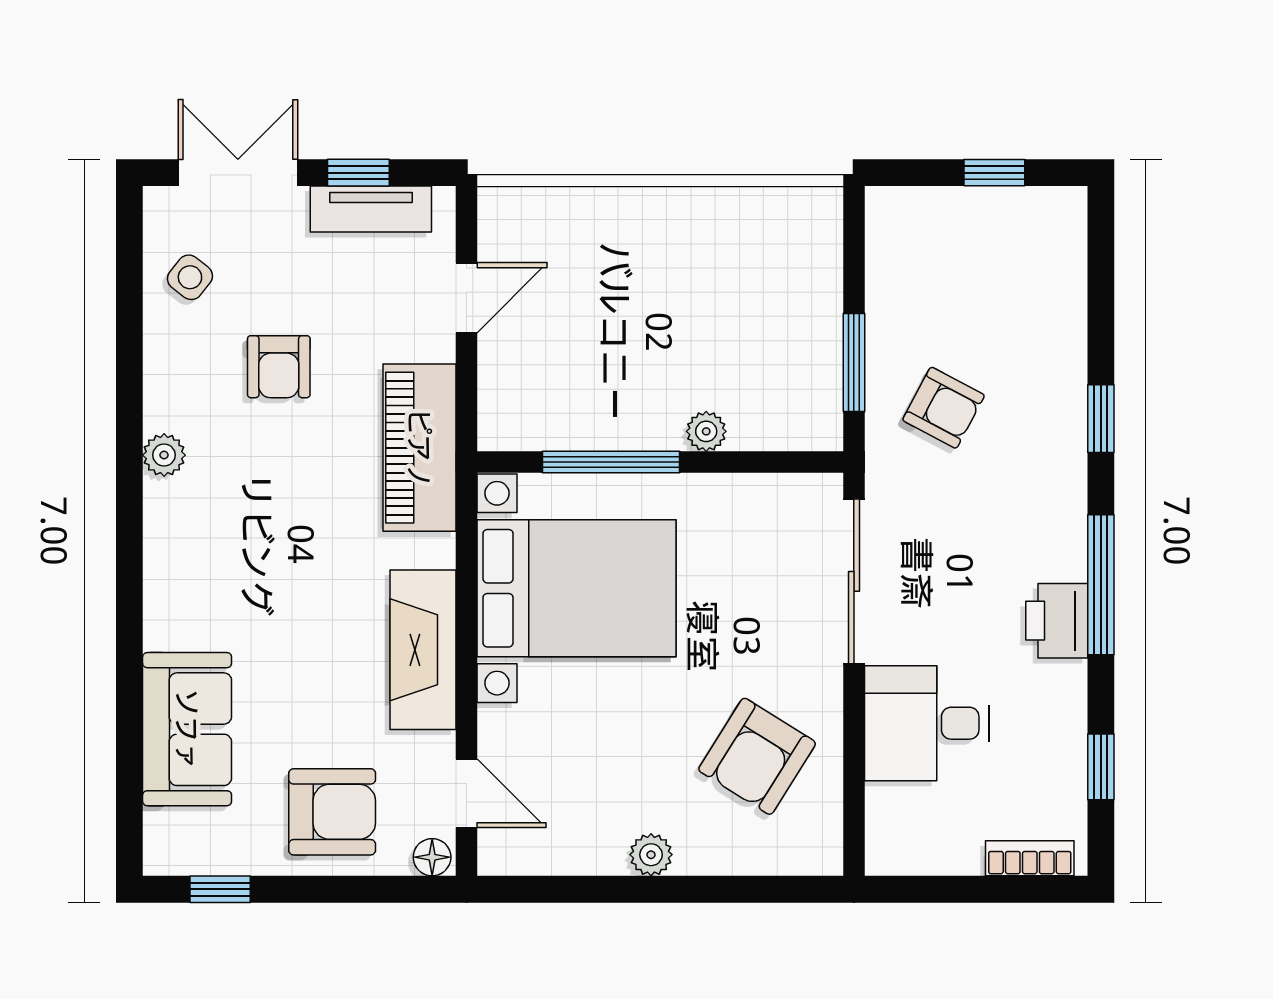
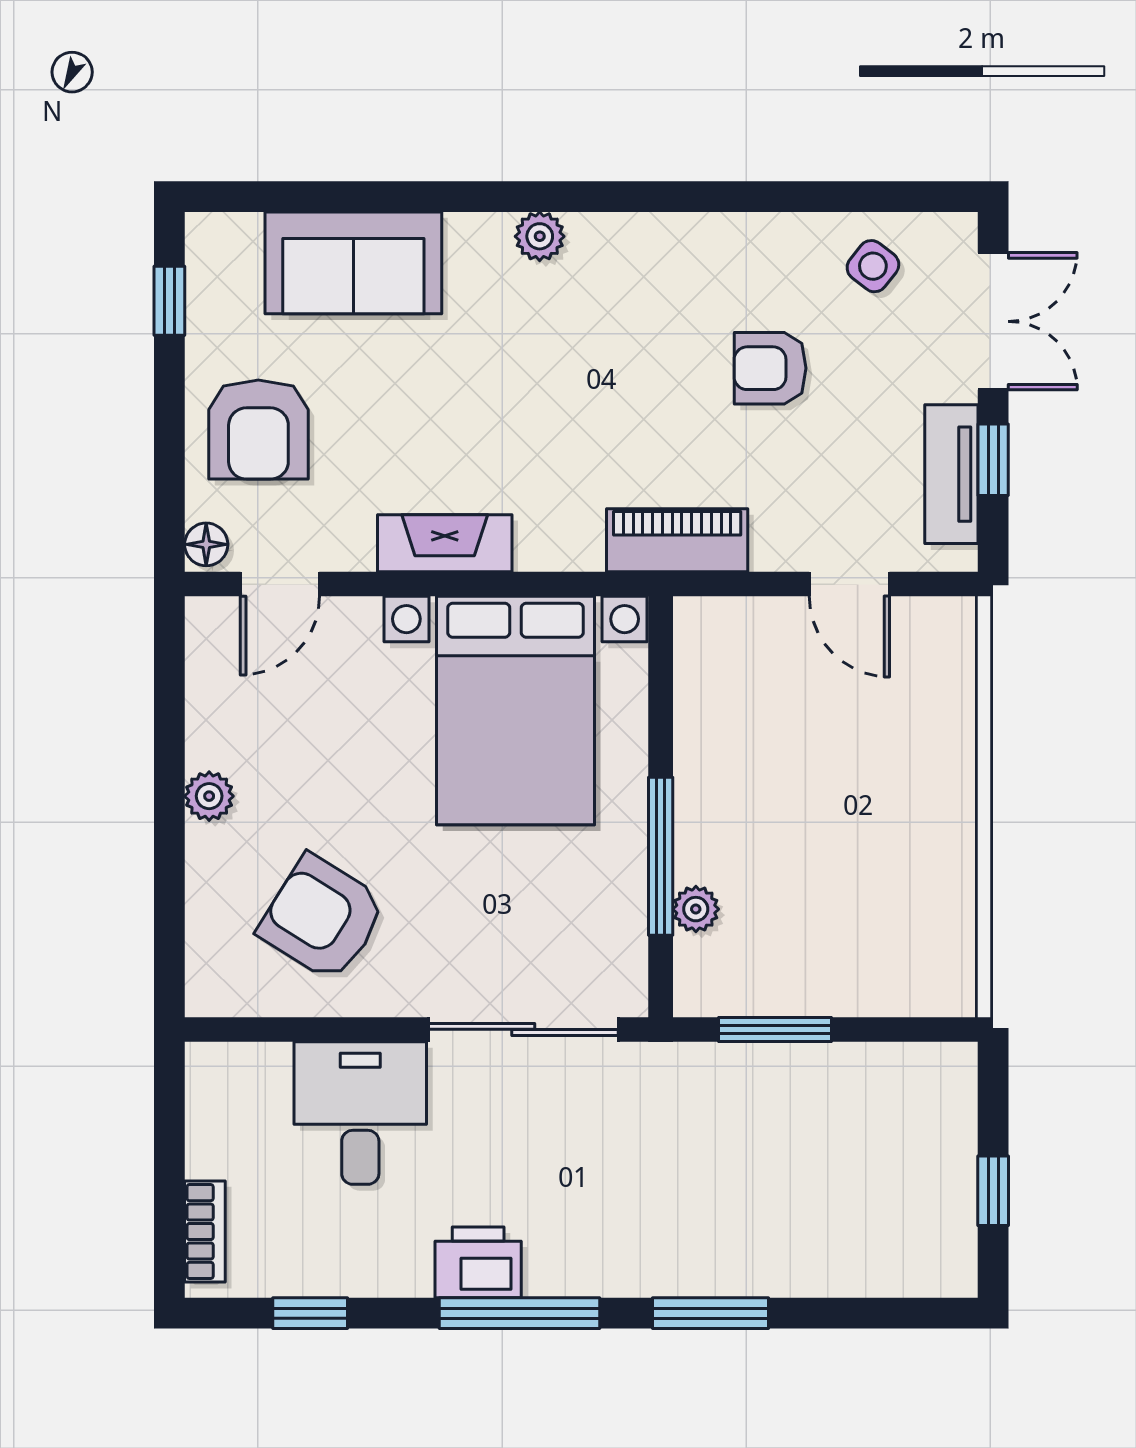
armchair: (944, 408) -> (723, 1132), removed
window: (1101, 419) -> (710, 1313), width x1.50
plant: (706, 431) -> (696, 909), moved
piano: (419, 448) -> (677, 540), width x0.73, depth x0.75
plant: (164, 455) -> (540, 236), moved
window: (611, 462) -> (661, 856), moved
fireplace: (423, 650) -> (445, 543), width x0.73, depth x0.76

